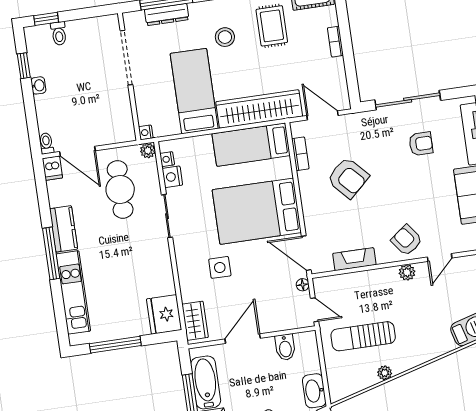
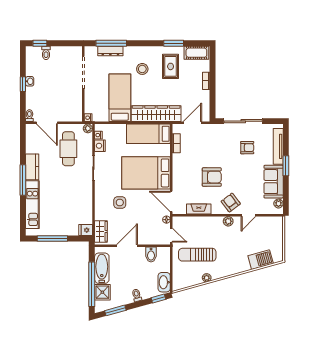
window: (24, 66) -> (23, 84), moved
door: (322, 115) -> (192, 123), hinge flipped
dishwasher: (52, 168) -> (31, 131), removed
armchair: (348, 178) -> (212, 177), moved, turned -47
fridge: (164, 314) -> (86, 230), width x0.53, depth x0.75

